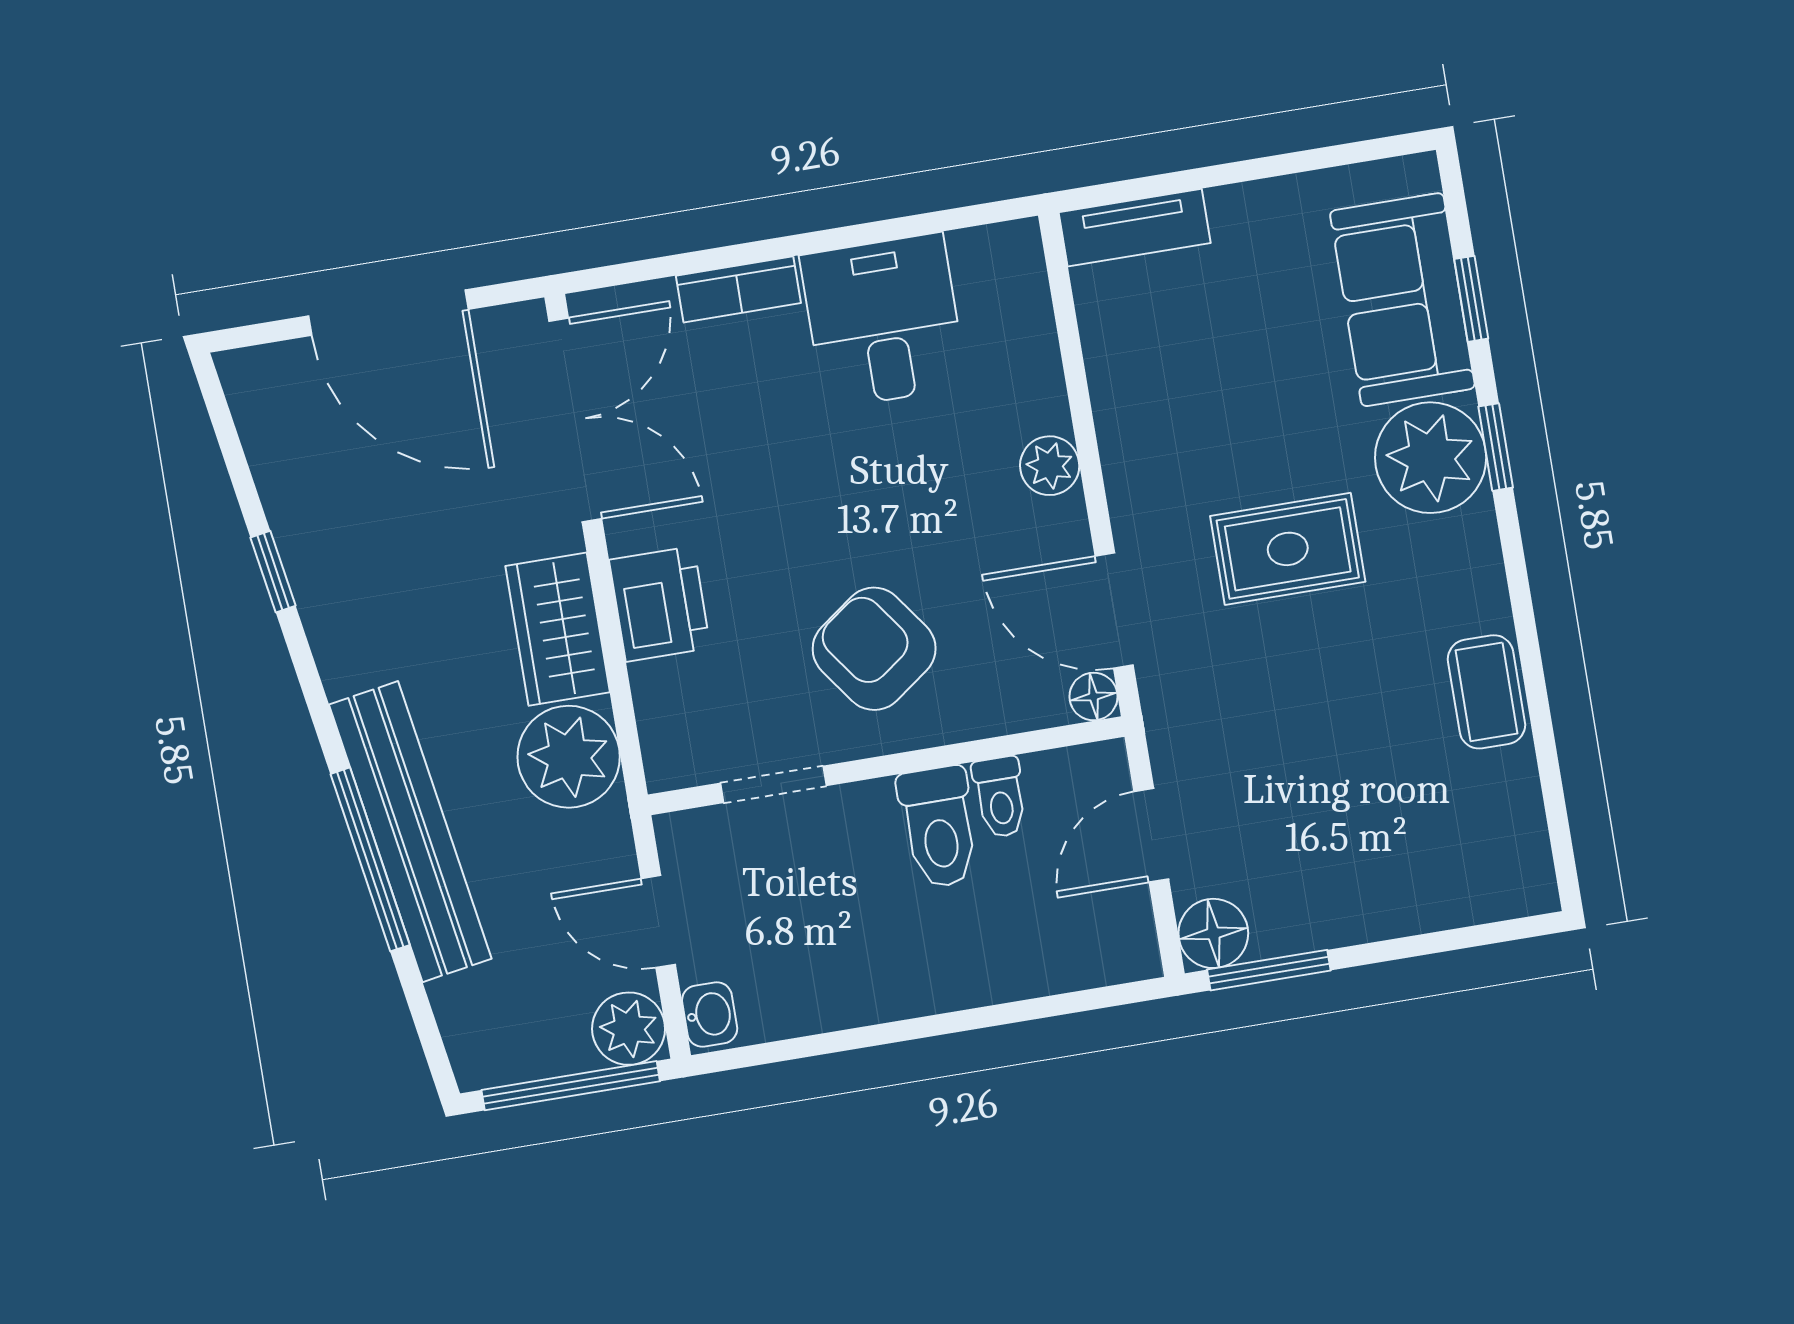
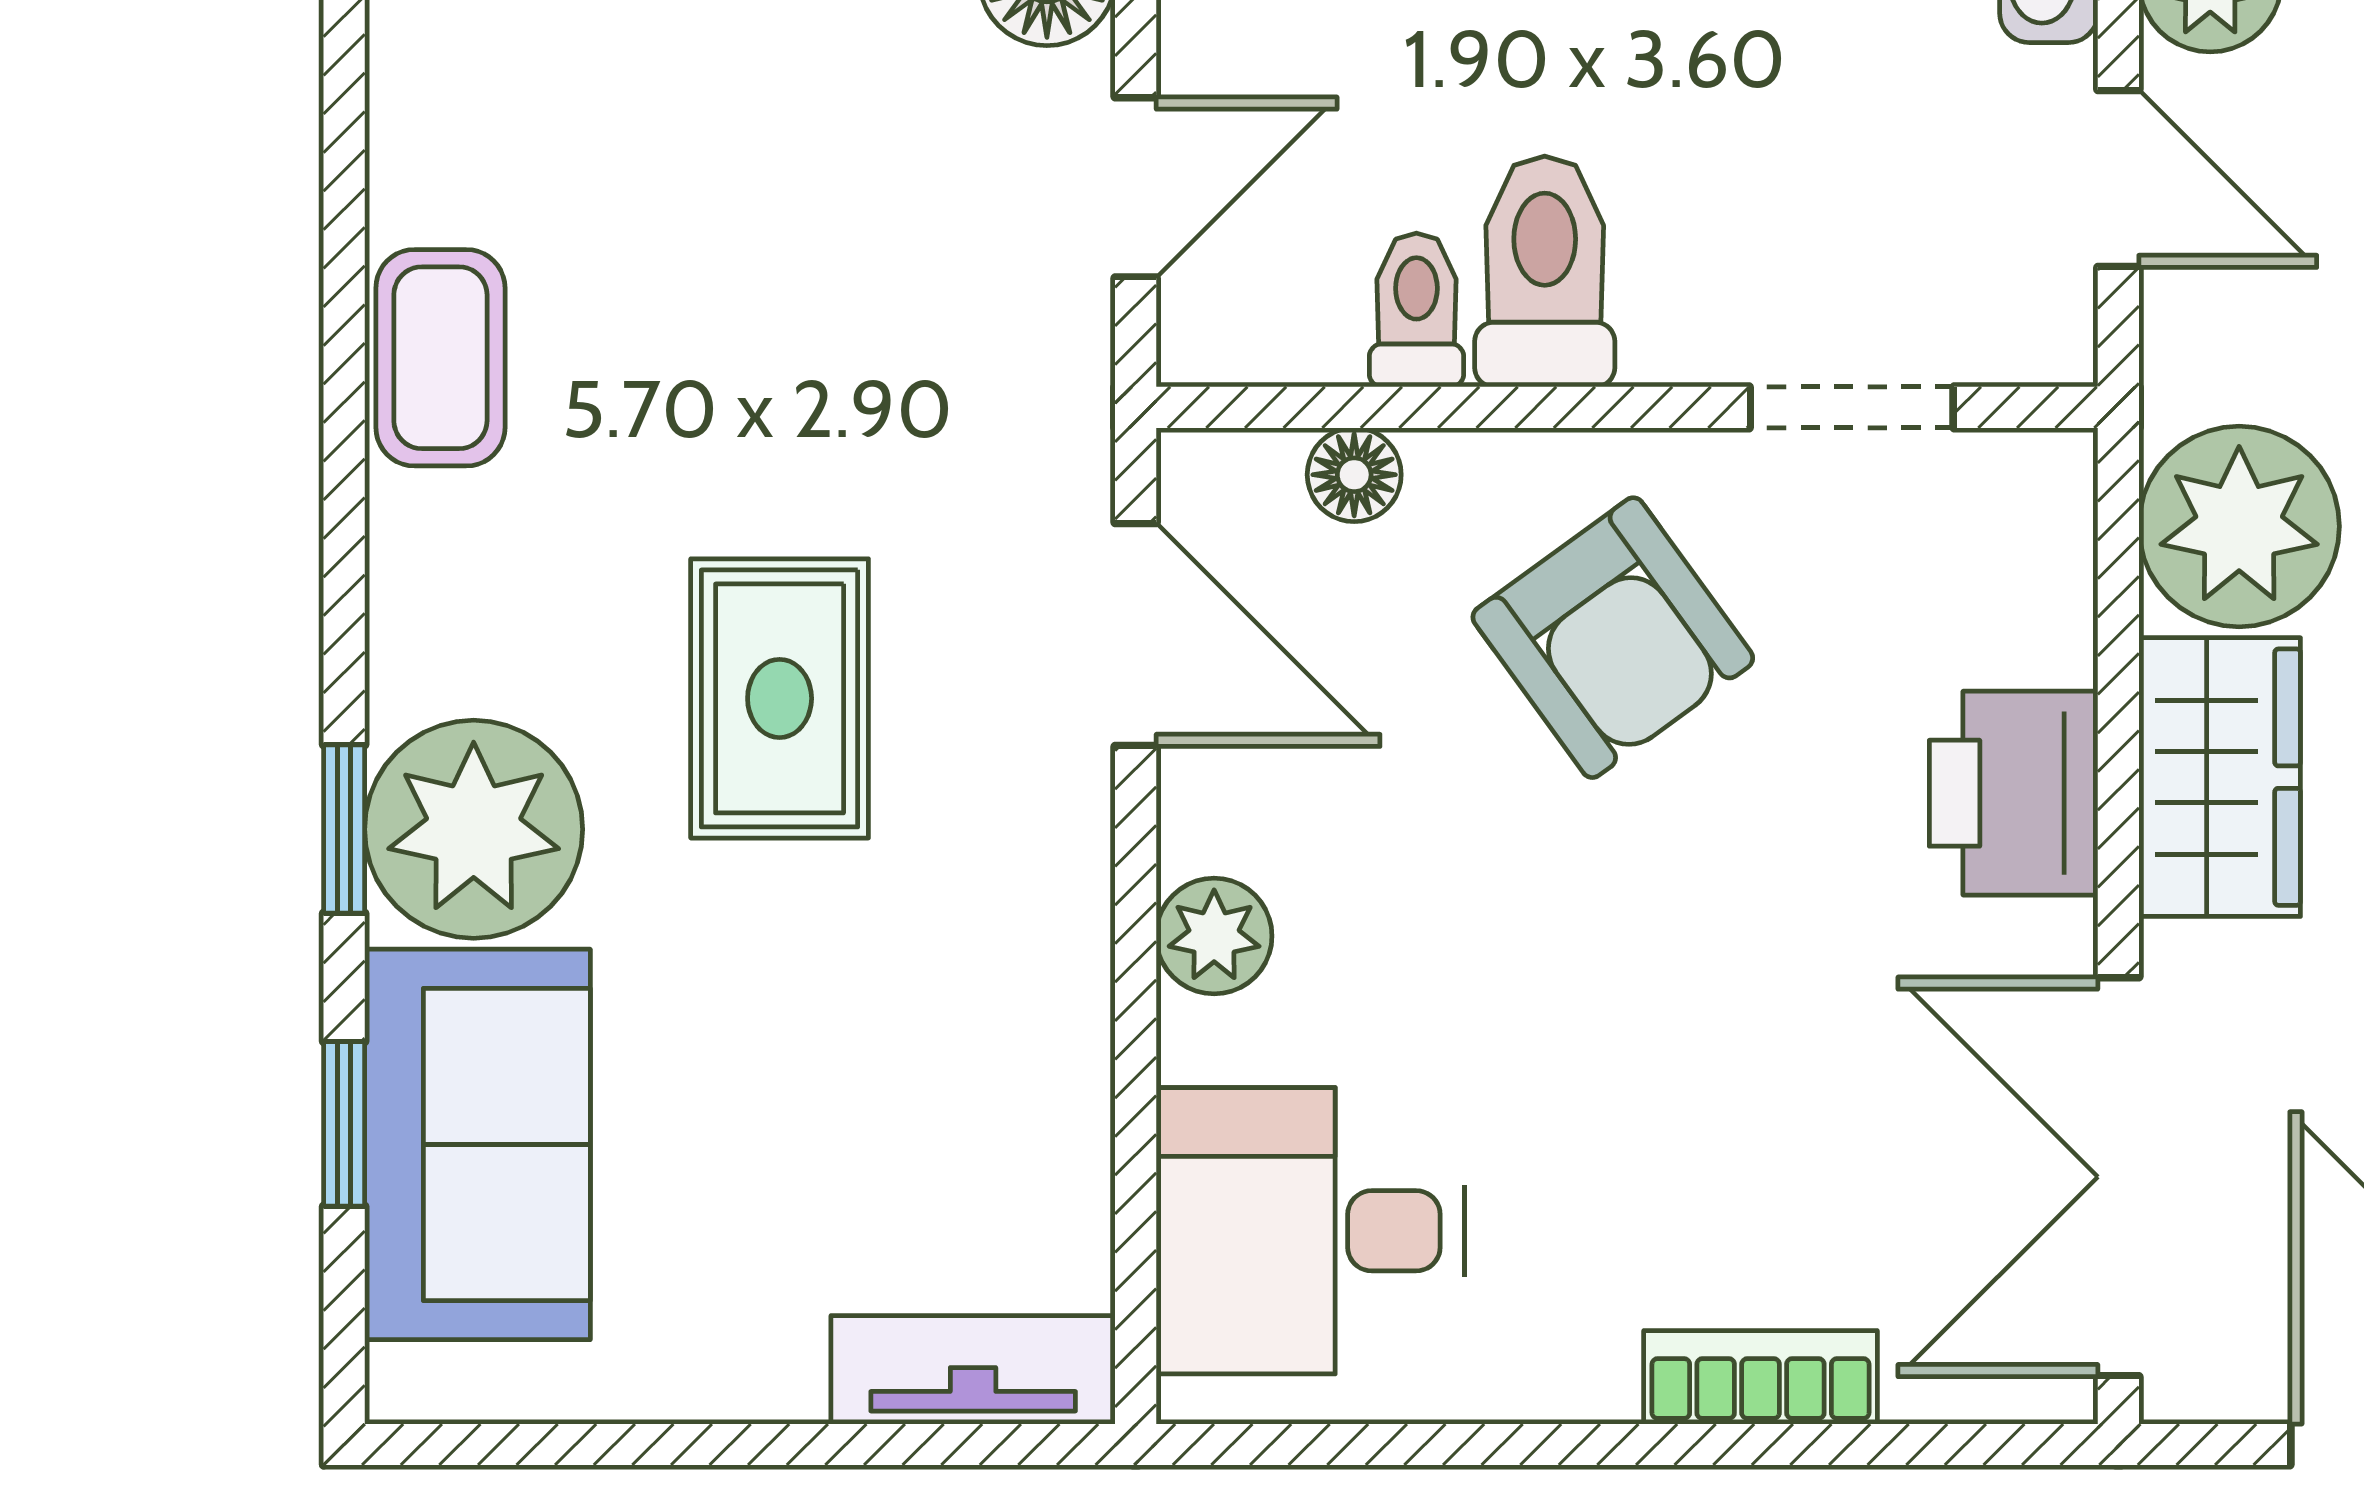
desk: (883, 321) -> (1311, 1231), moved, turned 90
rug: (1288, 549) -> (780, 698), turned 90
floor lamp: (1094, 697) -> (1354, 475), moved

